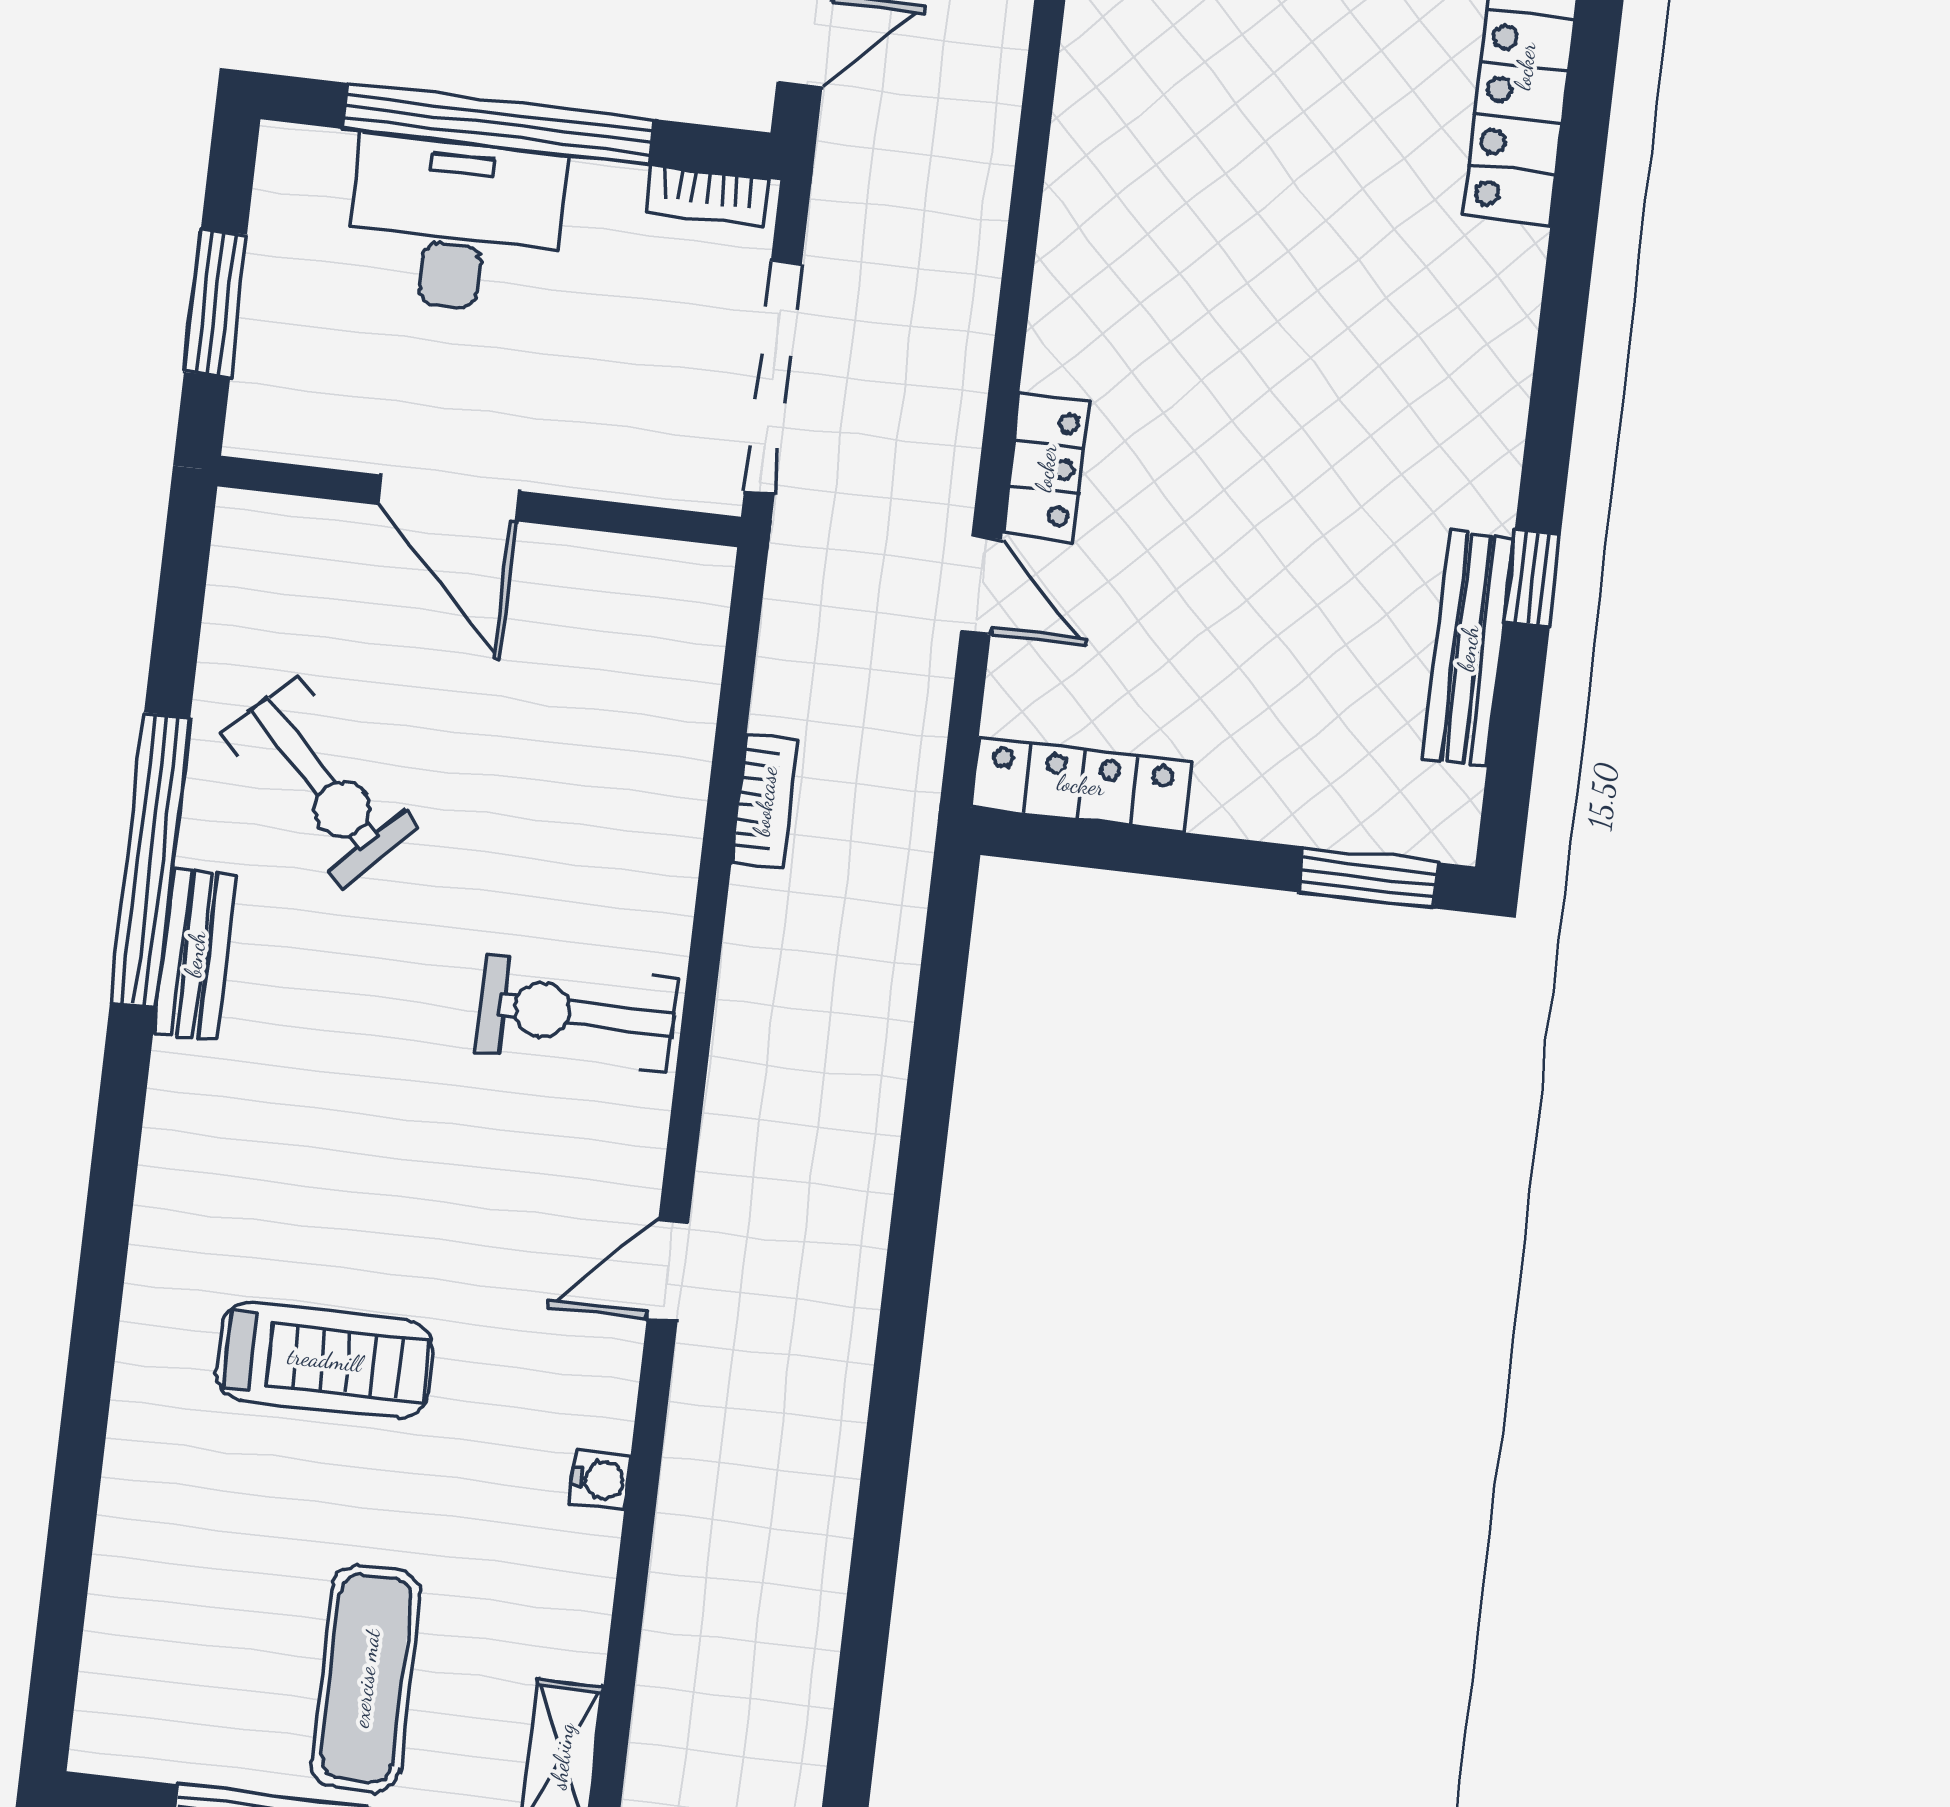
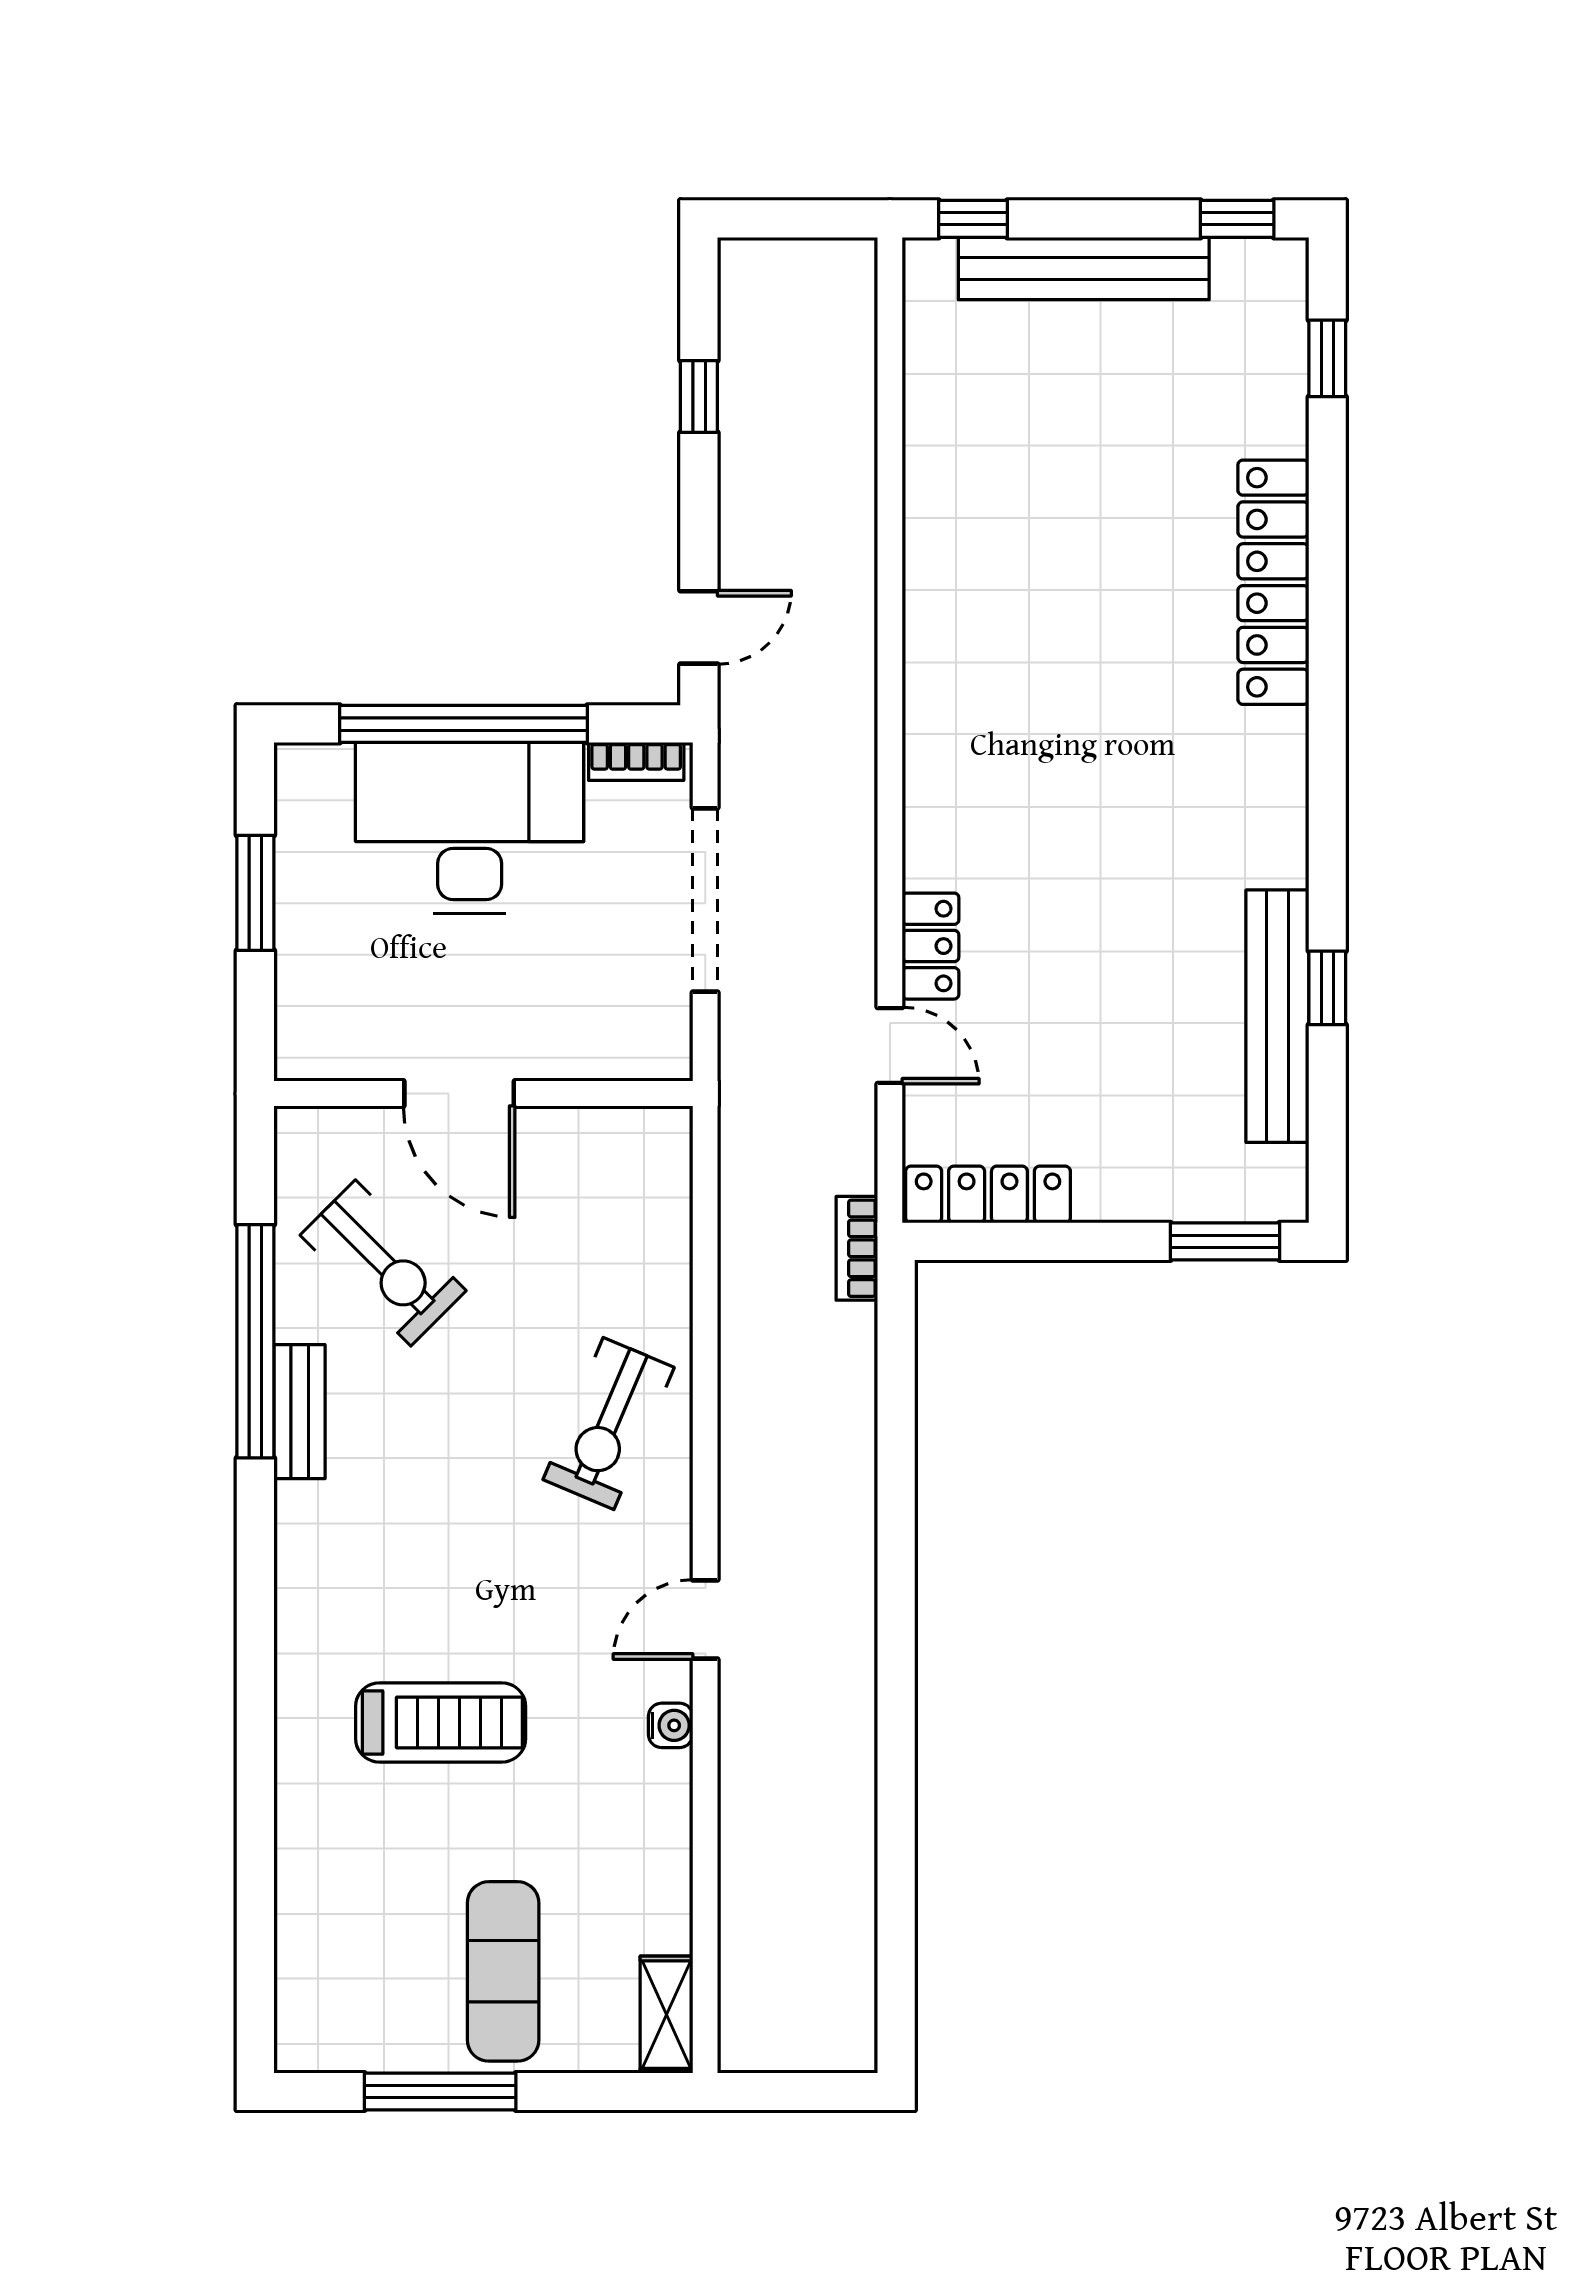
desk: (456, 225) -> (470, 828), width x1.36, depth x1.30
door: (449, 498) -> (459, 1094), moved
wall: (479, 502) -> (483, 1094), moved
bench: (1468, 648) -> (1277, 1016), width x1.37, depth x1.21
bookcase: (765, 801) -> (857, 1248), moved, turned 180
exercise bike: (577, 1014) -> (609, 1423), turned -67
water cooler: (600, 1480) -> (671, 1725), moved

